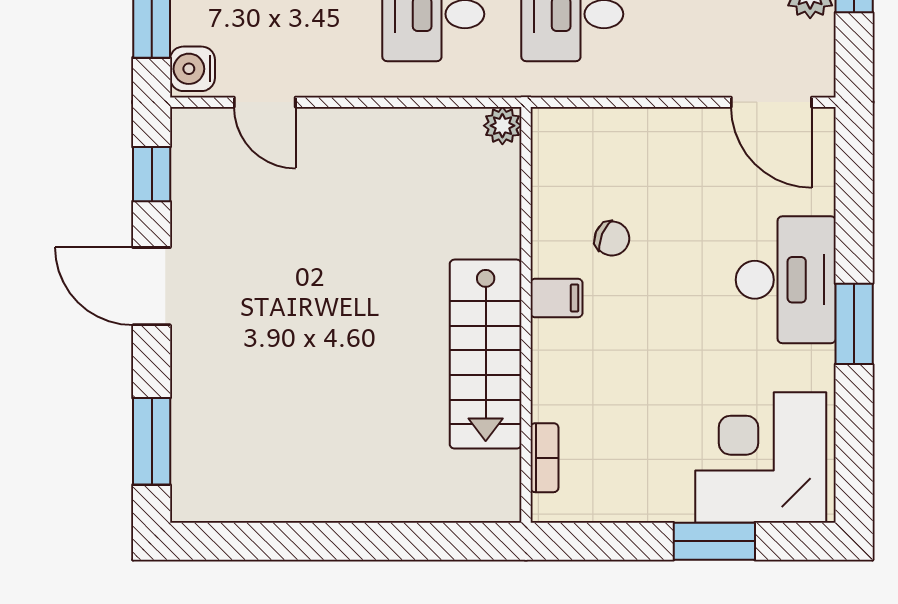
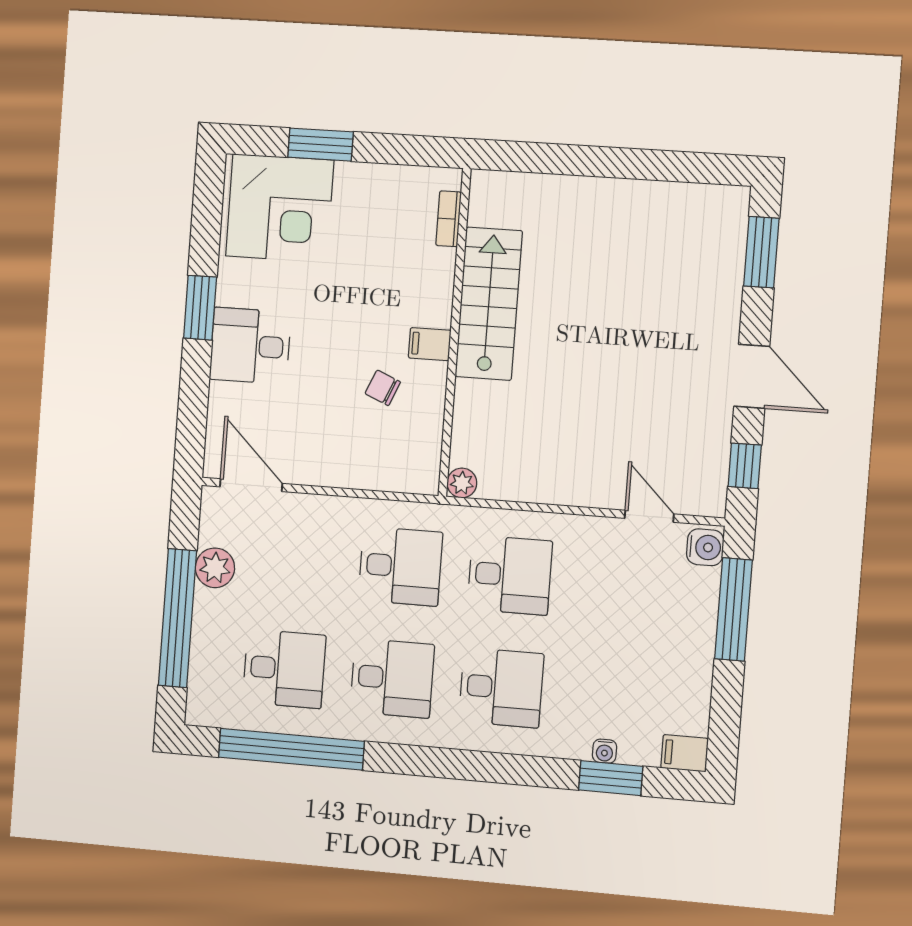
desk: (786, 280) -> (250, 346), width x0.73

